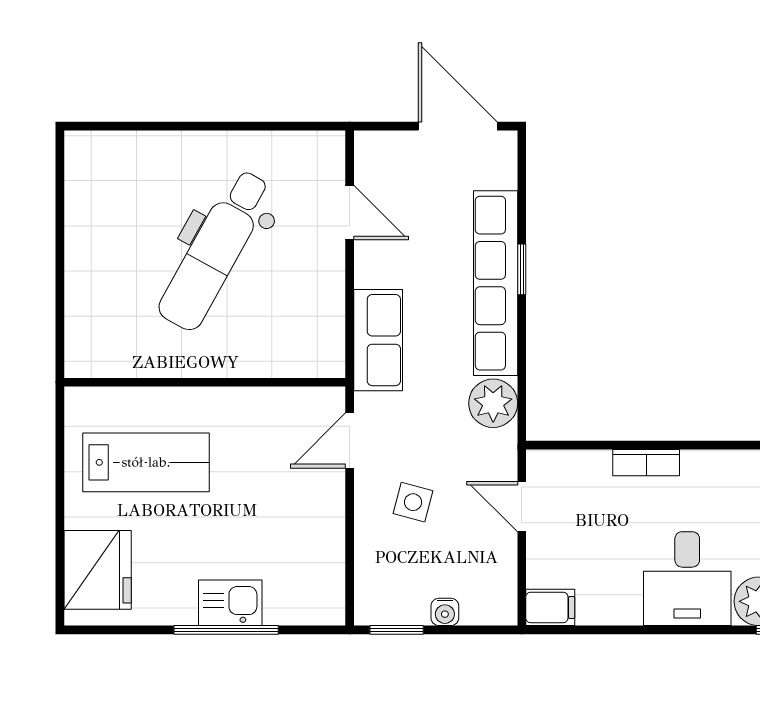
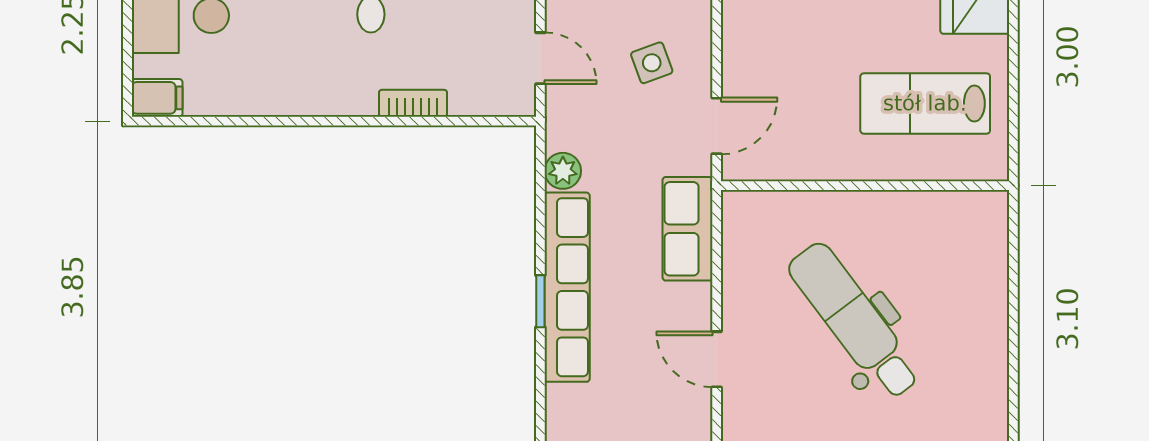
dental chair: (215, 250) -> (854, 321), turned -66
plant: (493, 403) -> (563, 171), width x0.73, depth x0.73
side table: (413, 502) -> (652, 63), turned -35

